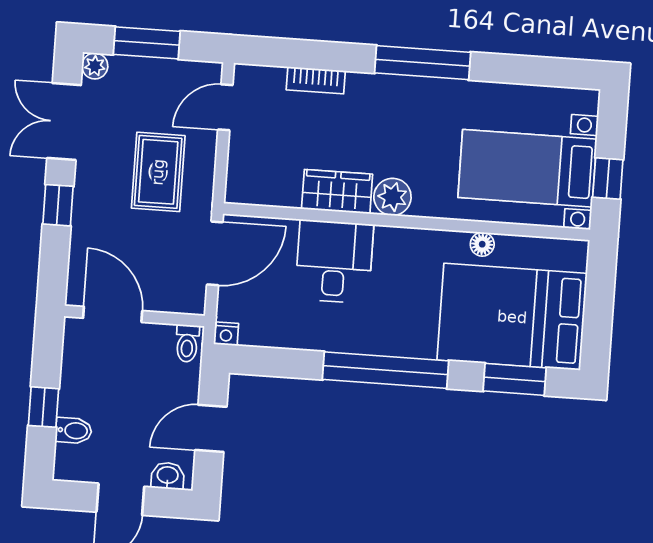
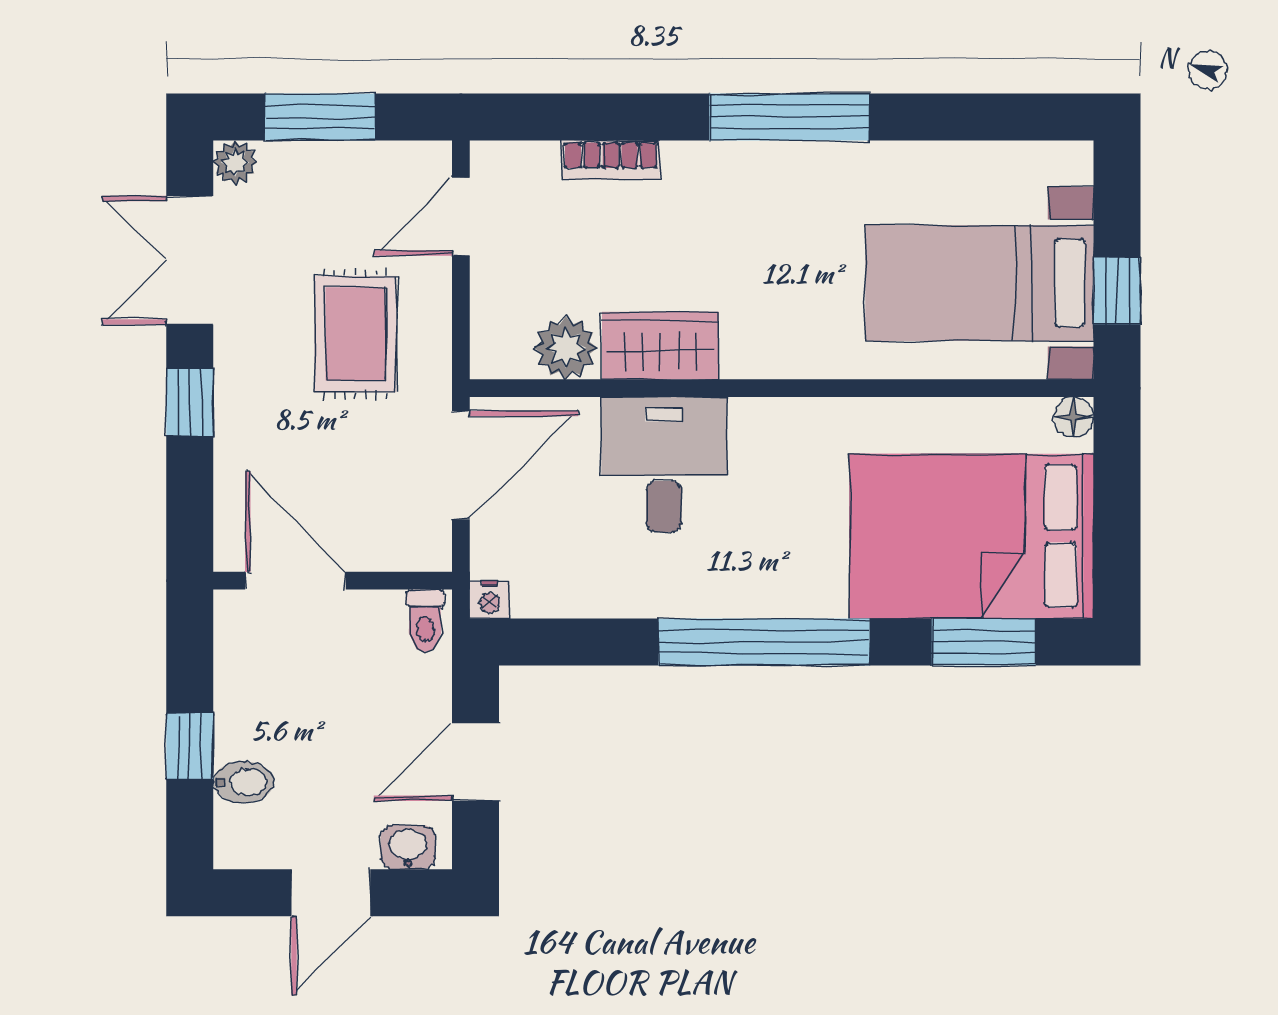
plant: (392, 197) -> (566, 348), moved
floor lamp: (482, 244) -> (1073, 417), moved

